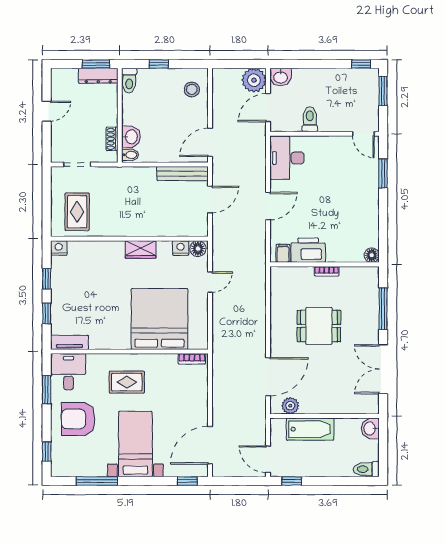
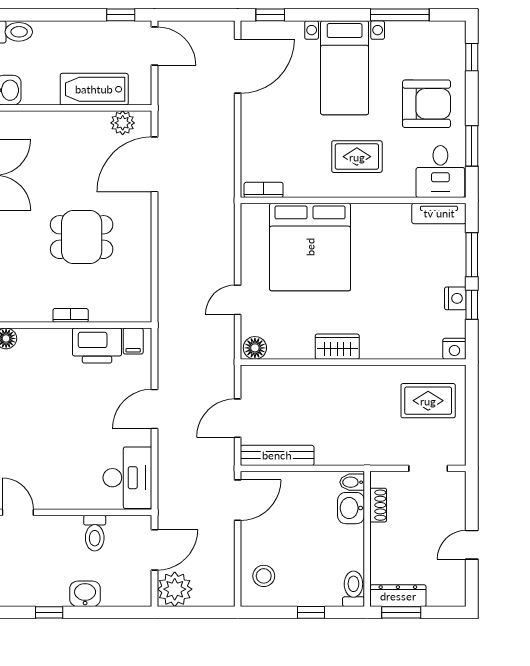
window: (361, 64) -> (49, 612), moved
washbasin: (281, 77) -> (85, 594), moved
rug: (77, 212) -> (428, 401), turned 90
nightstand: (181, 248) -> (455, 298), moved, turned -90
window: (47, 314) -> (472, 255), width x1.50

